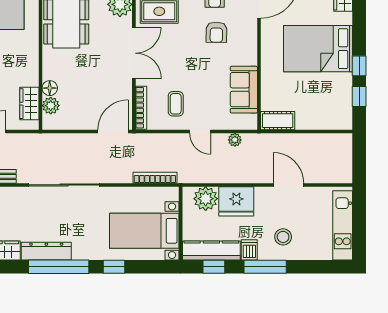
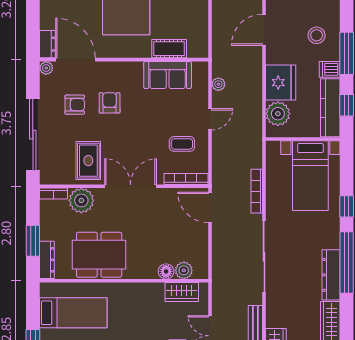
armchair: (216, 32) -> (110, 103), turned -91
cot: (278, 121) -> (169, 49), moved, turned 90
bookcase: (155, 178) -> (257, 191), moved

